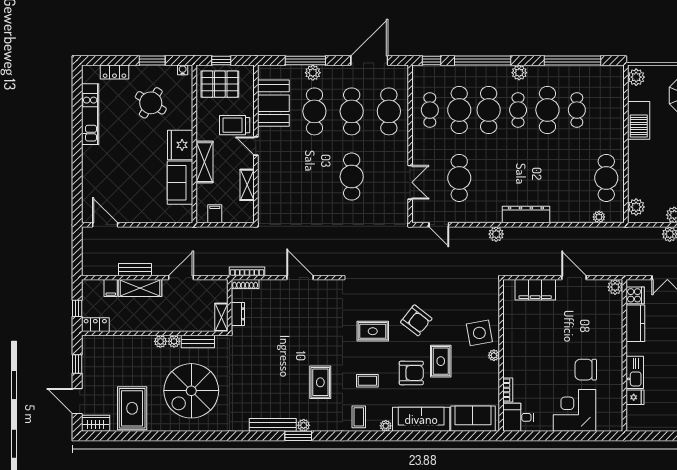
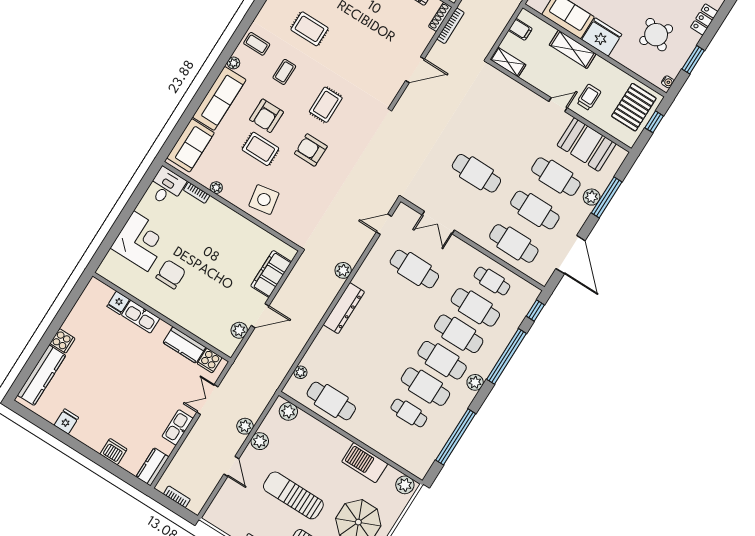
cafe table: (518, 110) -> (442, 360), width x1.37, depth x1.35
trolley: (235, 125) -> (589, 97), width x0.73, depth x0.72
shelving: (247, 185) -> (508, 62), moved
plant: (615, 287) -> (239, 330), moved
armchair: (416, 320) -> (311, 150), turned 52
plant: (494, 355) -> (216, 188), moved

